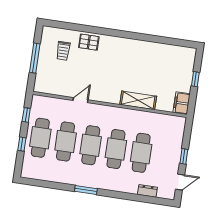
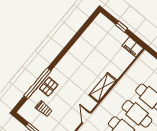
window: (85, 29) -> (37, 83), added
shelving: (138, 100) -> (103, 88), moved

